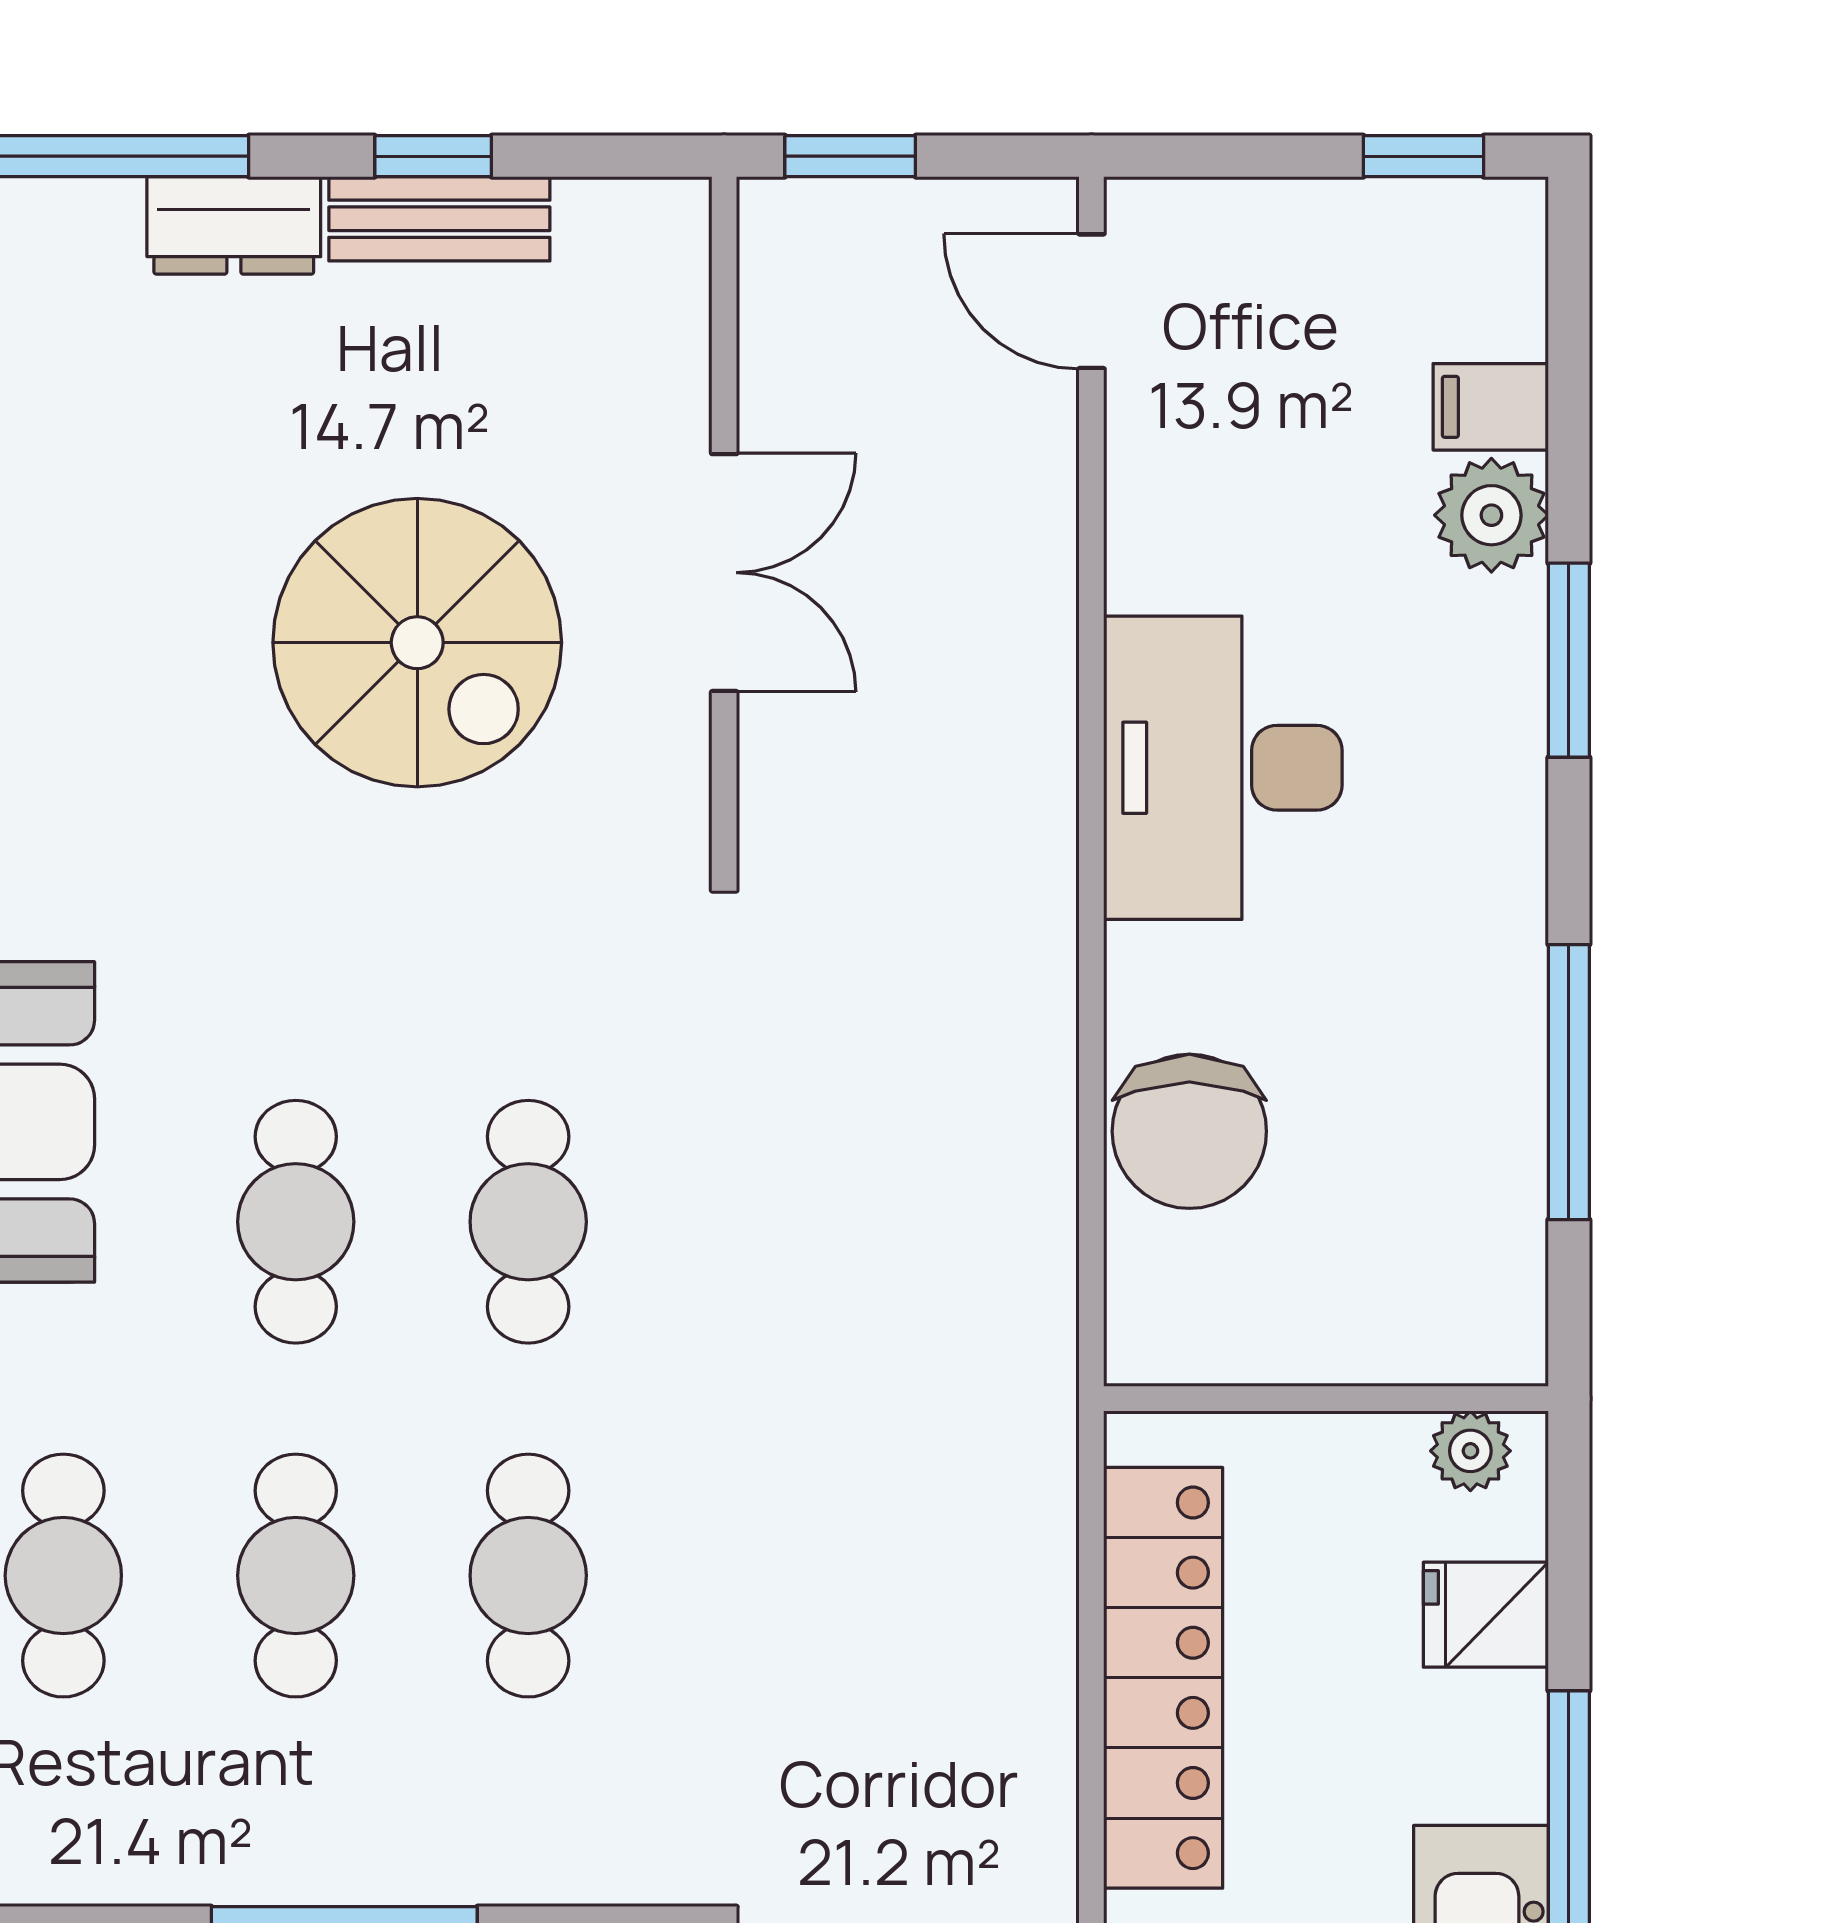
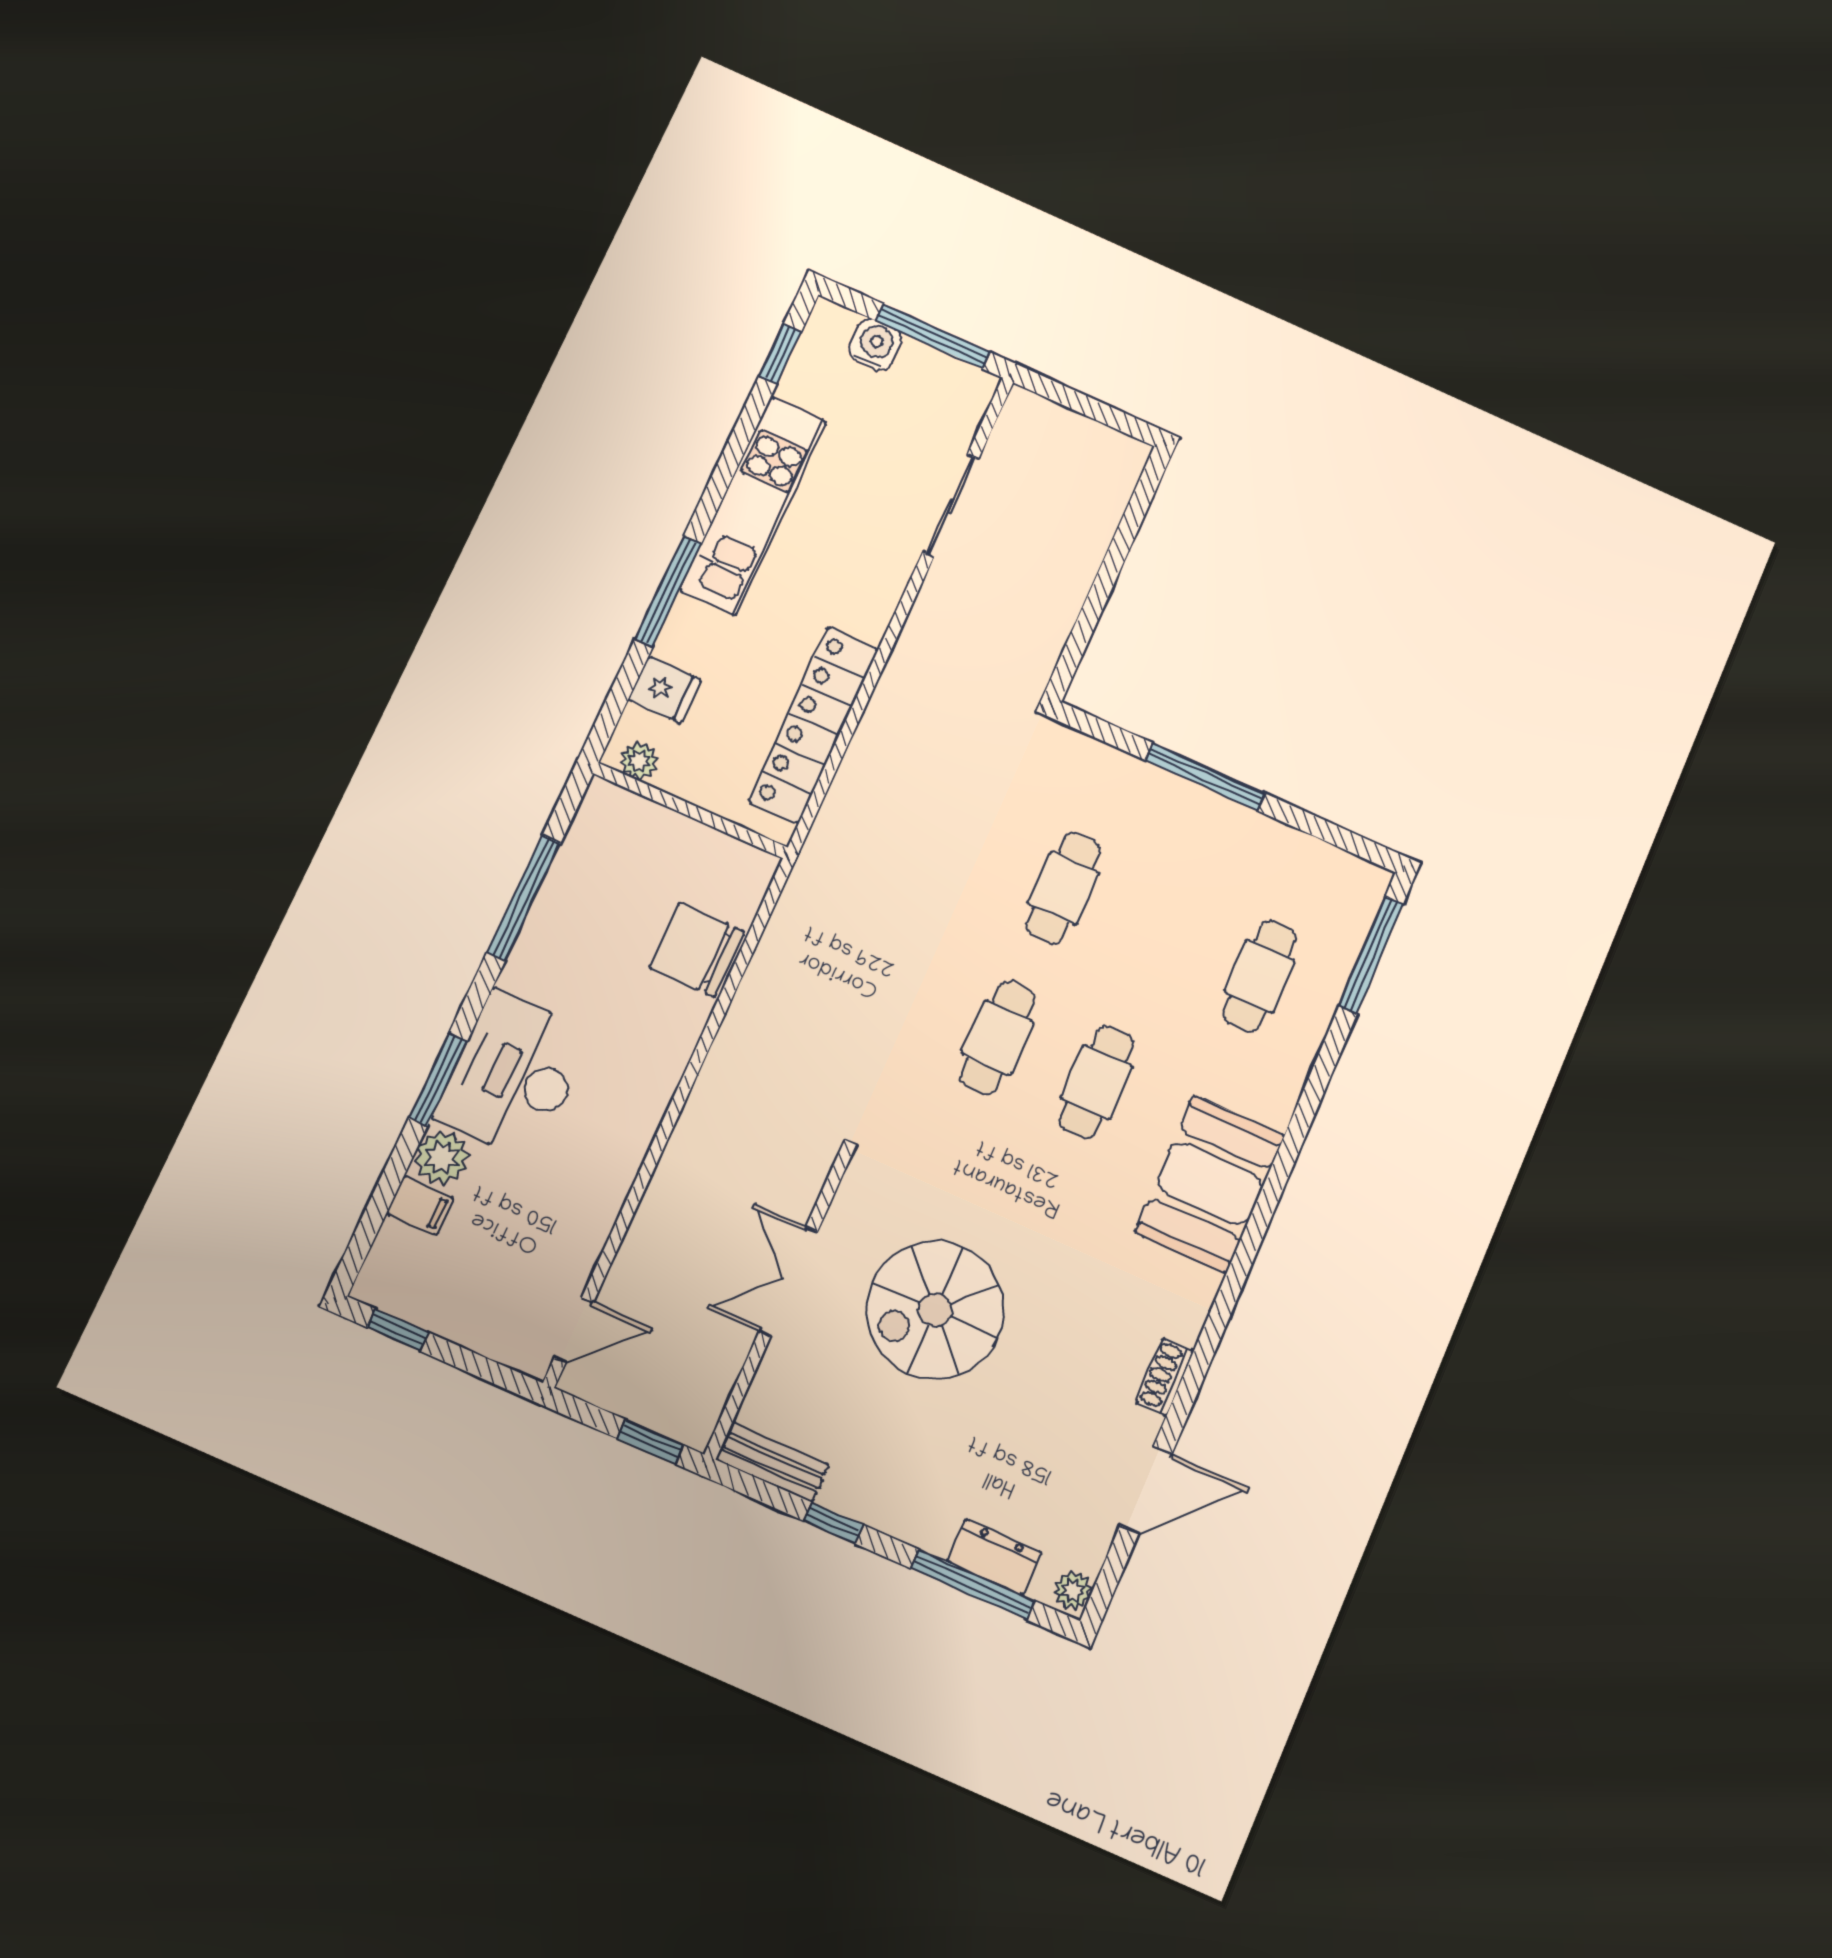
bench: (439, 219) -> (772, 1462), moved
dresser: (234, 225) -> (994, 1557), moved
door: (1091, 301) -> (574, 1330), hinge flipped
spiral stairs: (417, 643) -> (935, 1310), turned -90
desk: (1223, 768) -> (514, 1075), moved, turned 180
chair: (1189, 1131) -> (697, 950), turned -90
cafe table: (296, 1576) -> (1162, 932), removed

